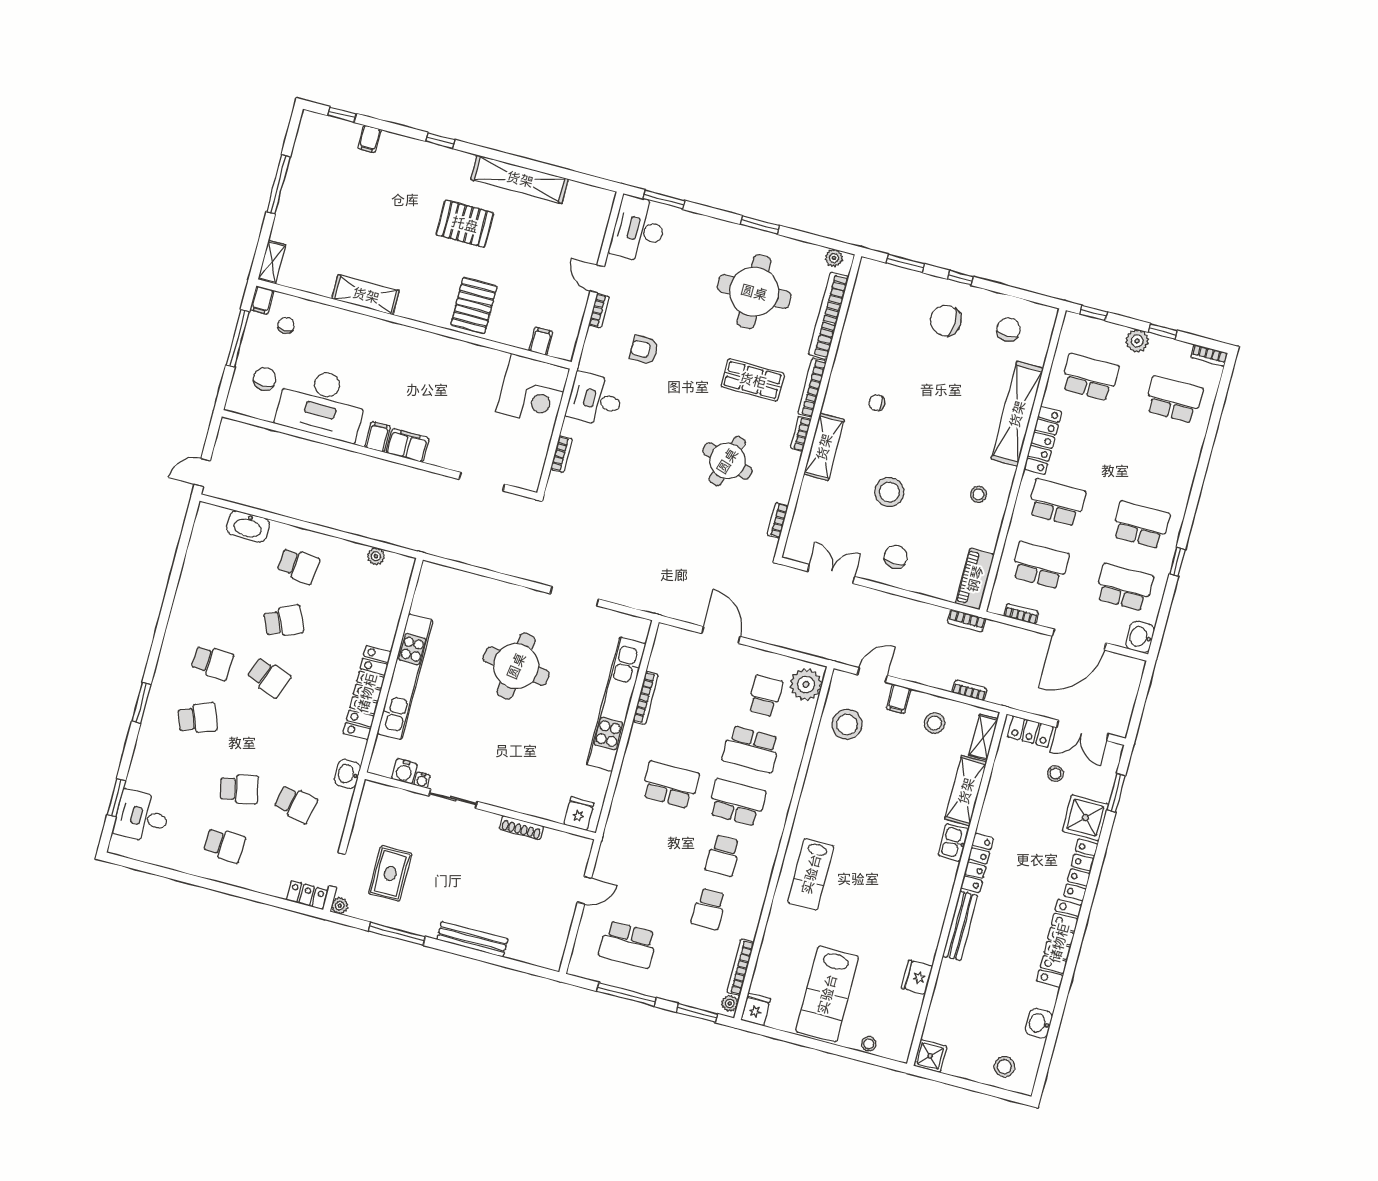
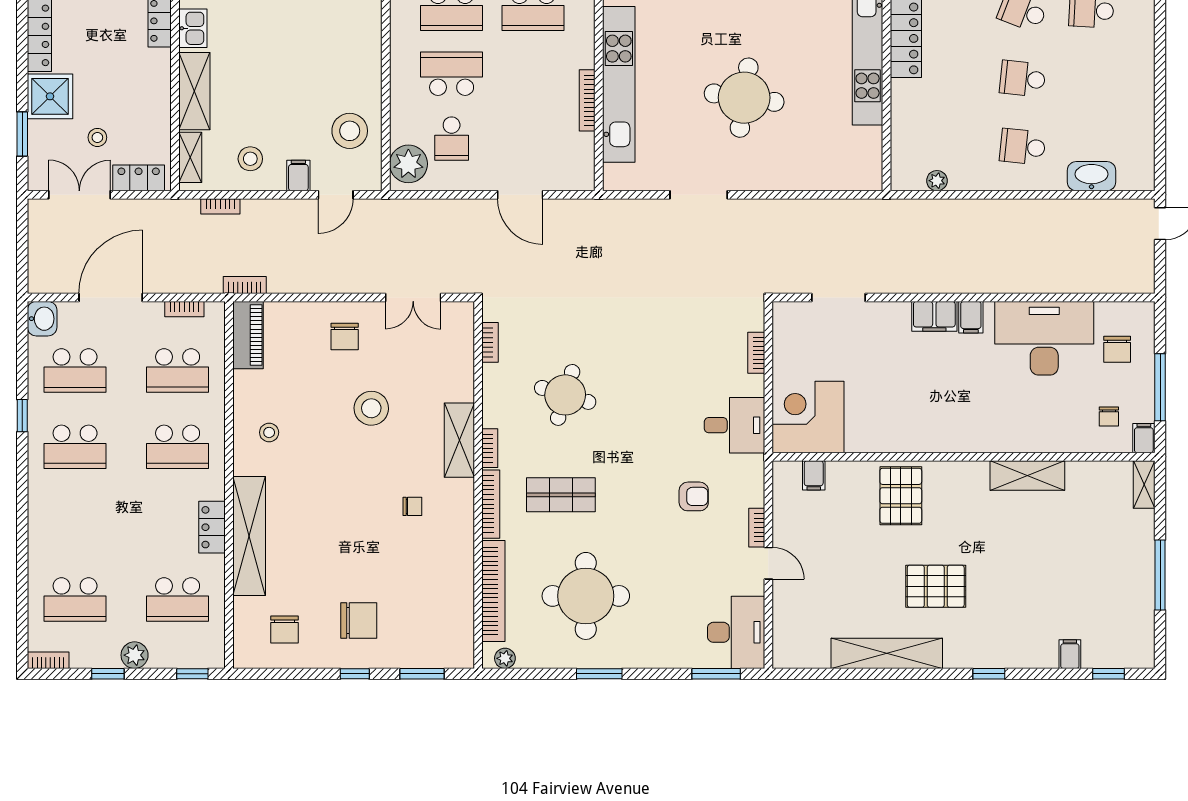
locker: (1043, 440) -> (212, 527), width x0.66
school desk: (283, 621) -> (1023, 79), turned 30

